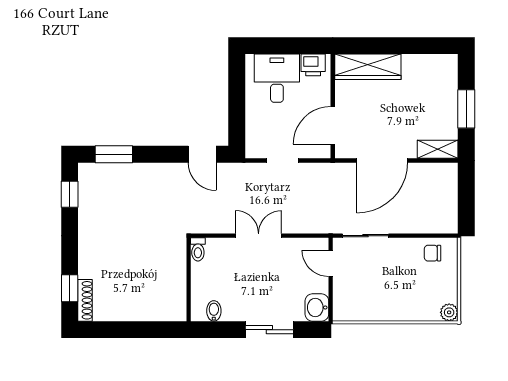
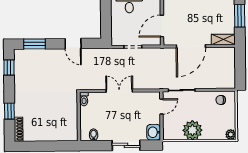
door: (202, 154) -> (73, 44), moved
door: (331, 263) -> (161, 106), swing flipped
window: (70, 288) -> (9, 111), moved
plant: (383, 305) -> (192, 130), added

